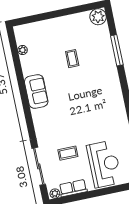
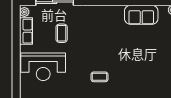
coffee table: (72, 59) -> (99, 77), moved
sofa: (36, 92) -> (141, 15), moved

